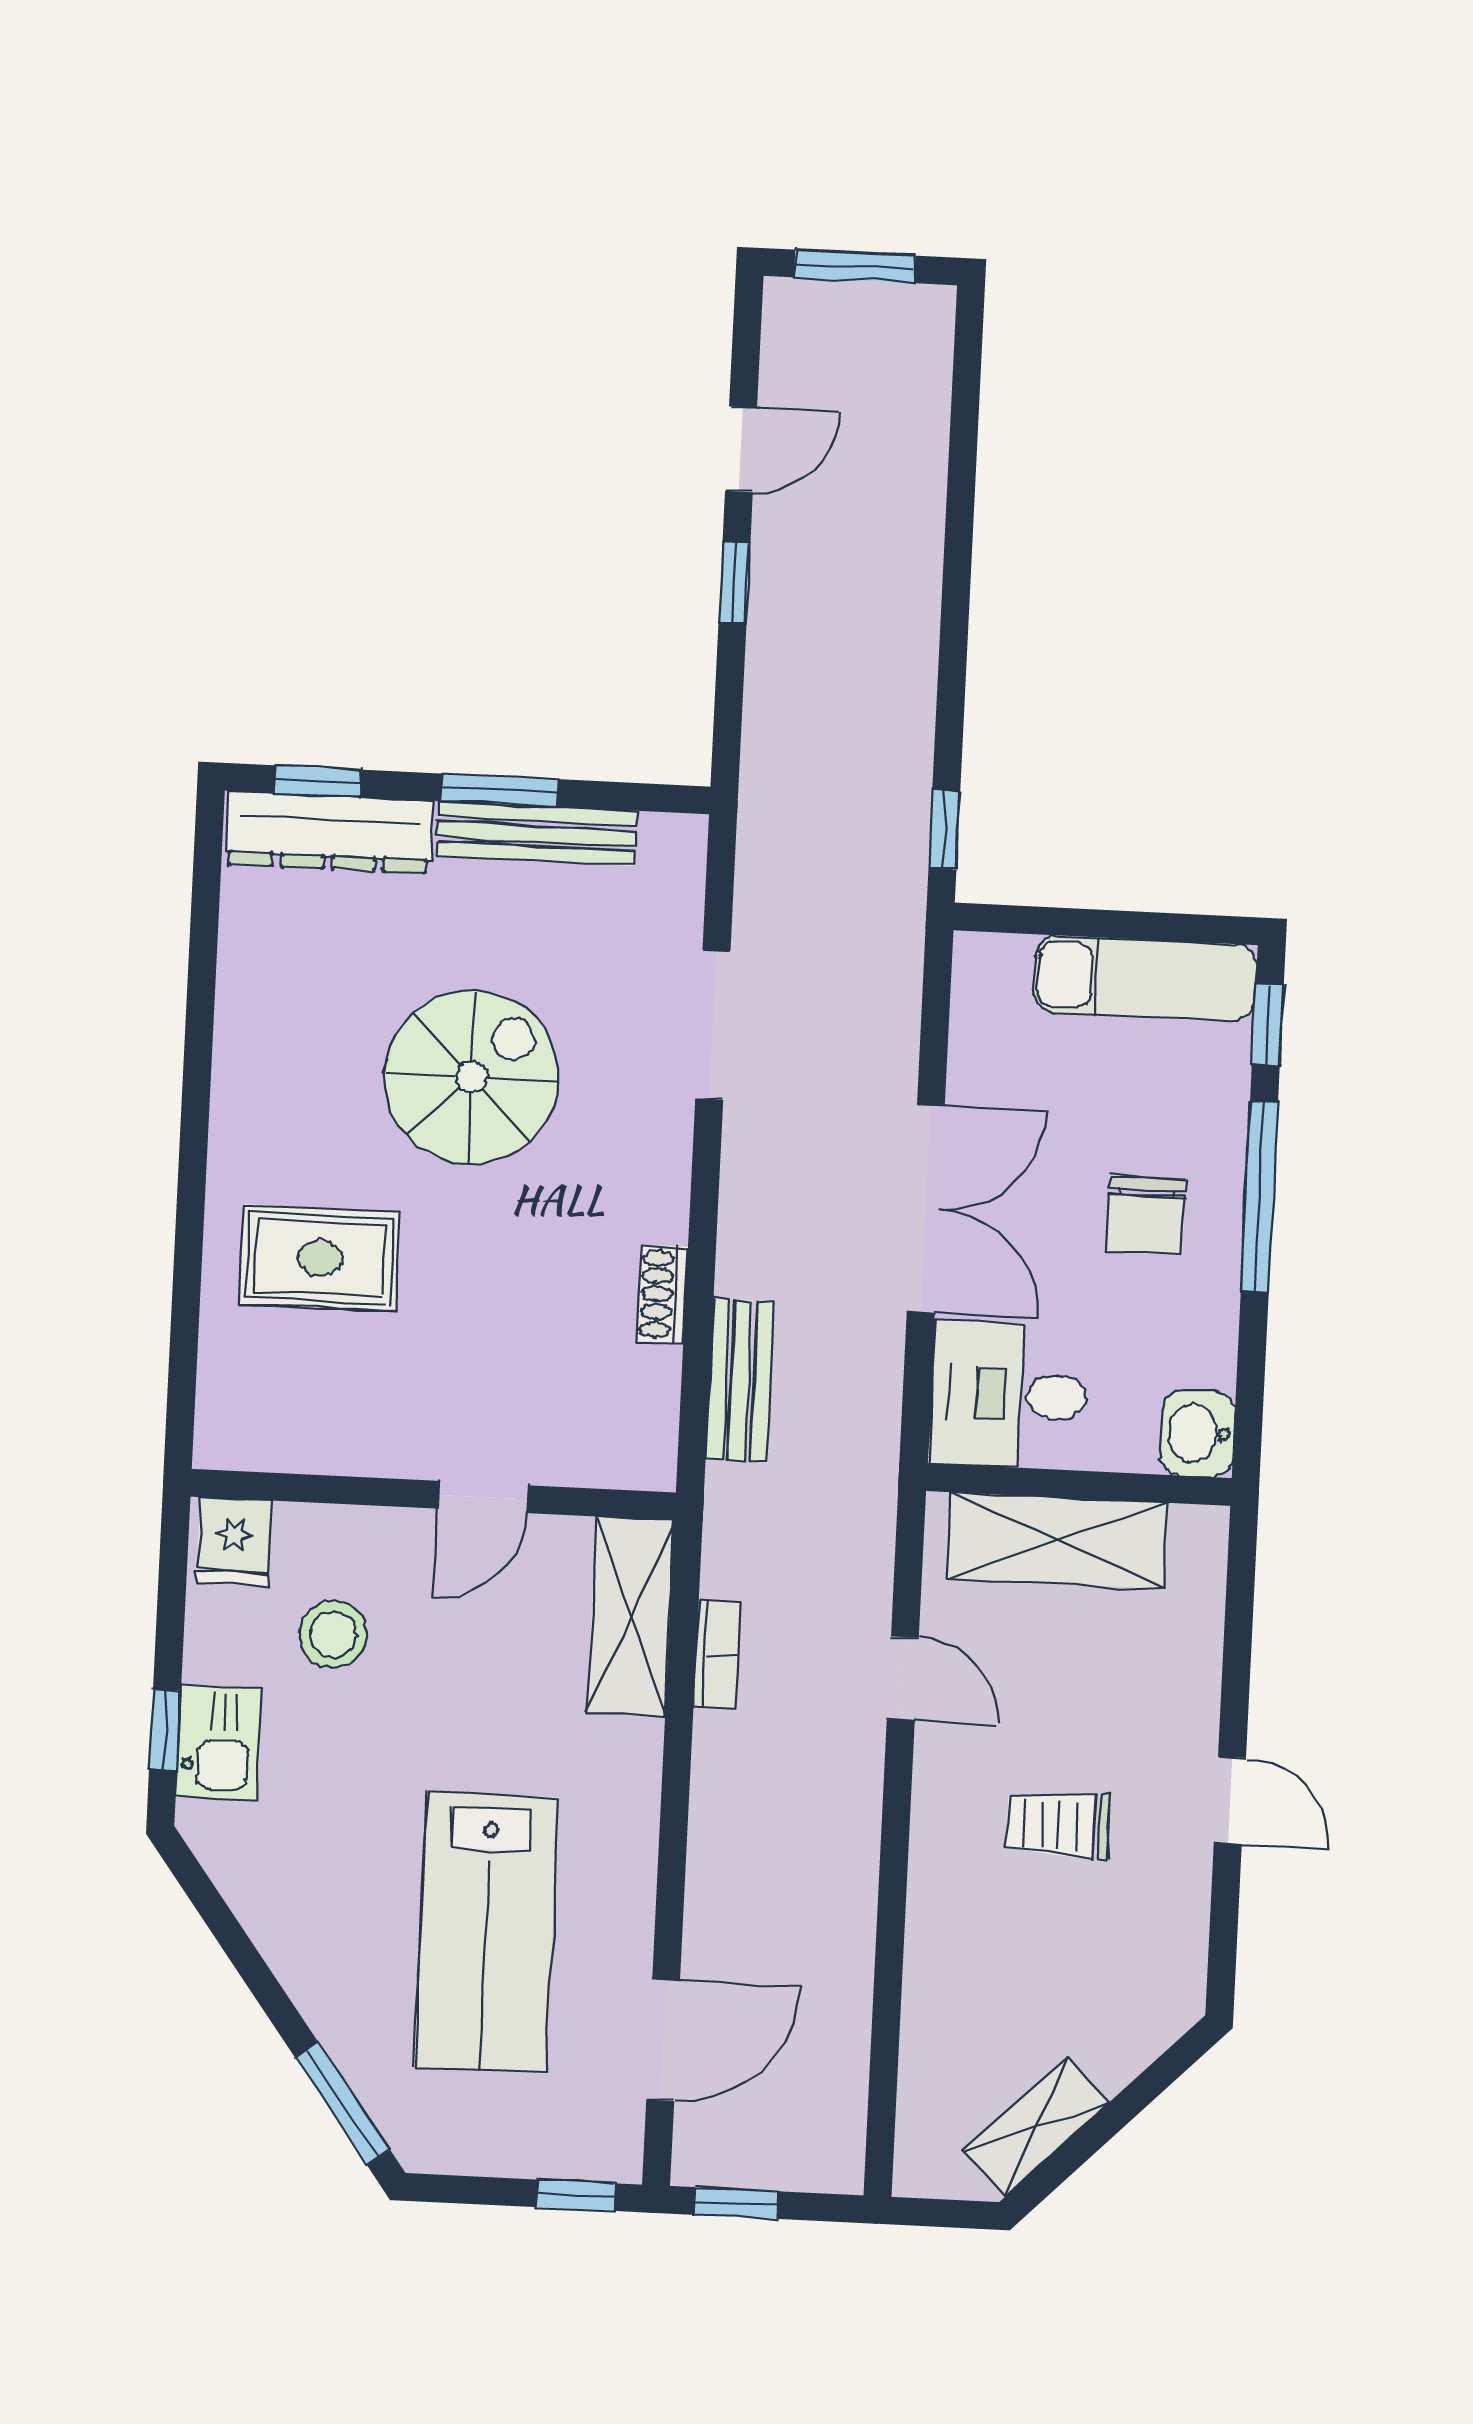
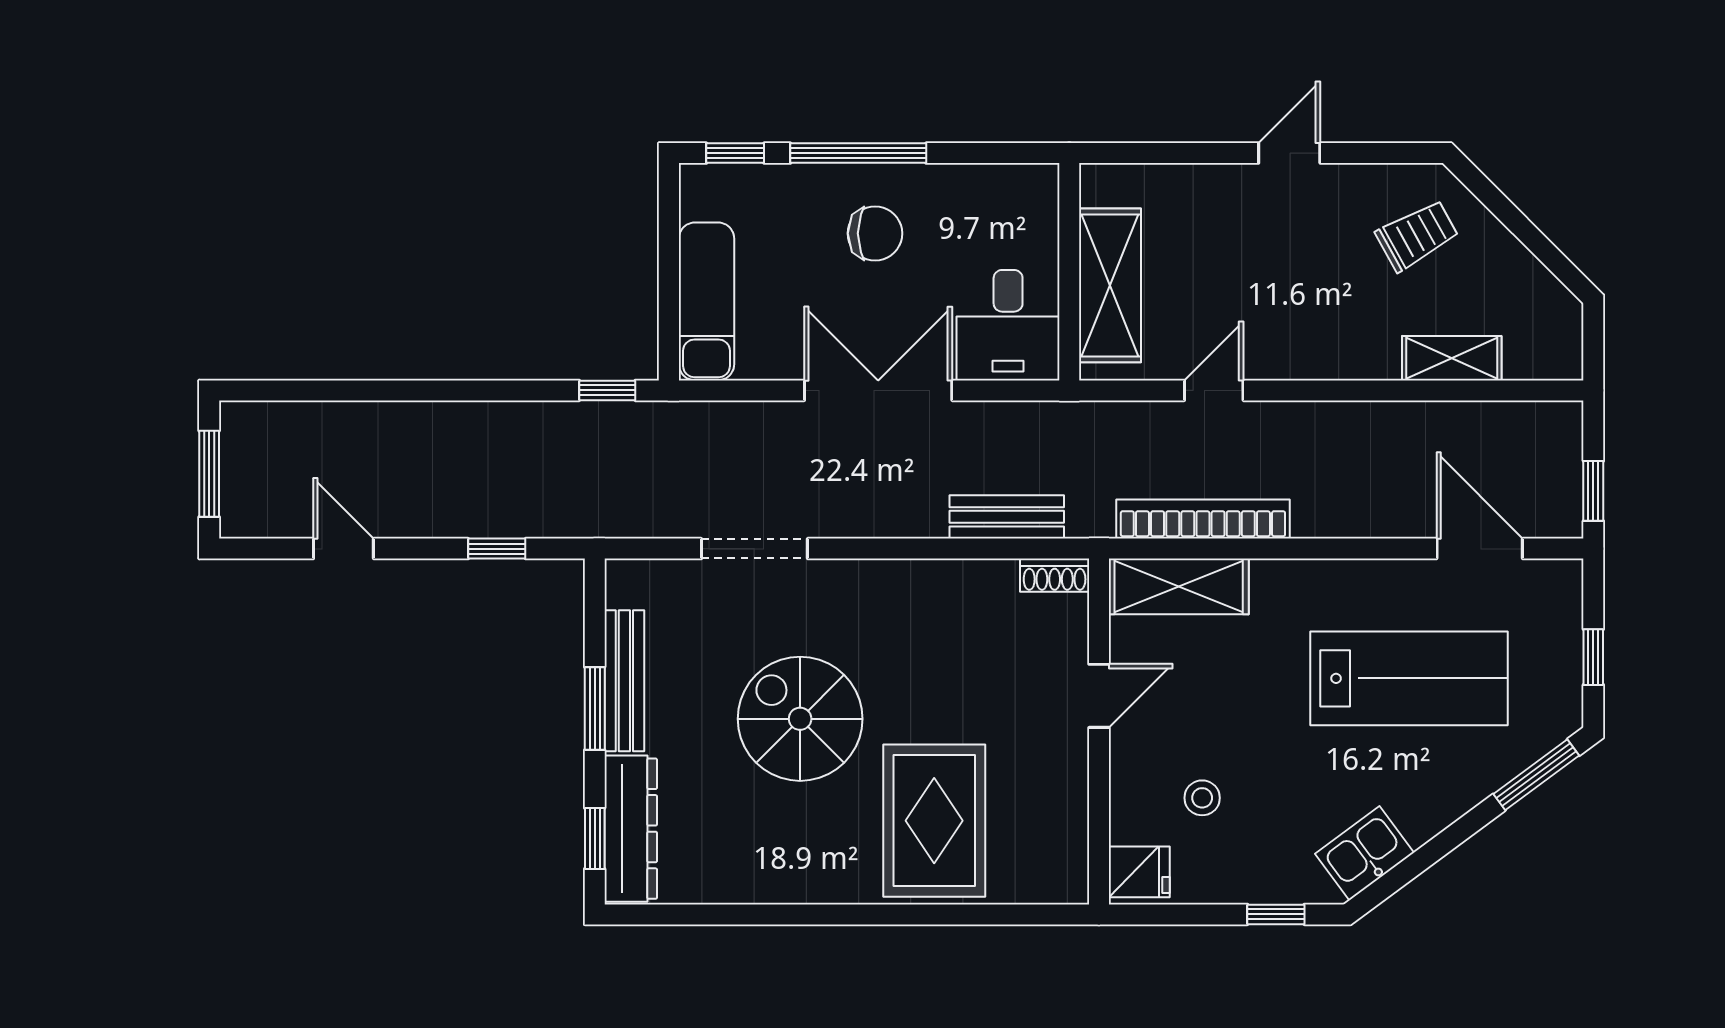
window: (734, 583) -> (497, 549), moved
exam couch: (1145, 979) -> (706, 301), moved
rug: (320, 1258) -> (934, 821), width x1.36, depth x1.43
shoe rack: (662, 1294) -> (1055, 575), moved
washbasin: (1197, 1433) -> (1029, 189), removed
door: (483, 1497) -> (1099, 696), hinge flipped
stool: (333, 1634) -> (1202, 798), width x0.73, depth x0.73
bookcase: (717, 1654) -> (1203, 519), width x2.31, depth x1.31
kitchen sink: (219, 1742) -> (1364, 853), moved, turned -36
trolley: (1058, 1825) -> (1417, 235), moved, turned -119
shelving: (1036, 2127) -> (1452, 358), moved, turned -45
window: (576, 2195) -> (1593, 657), moved

